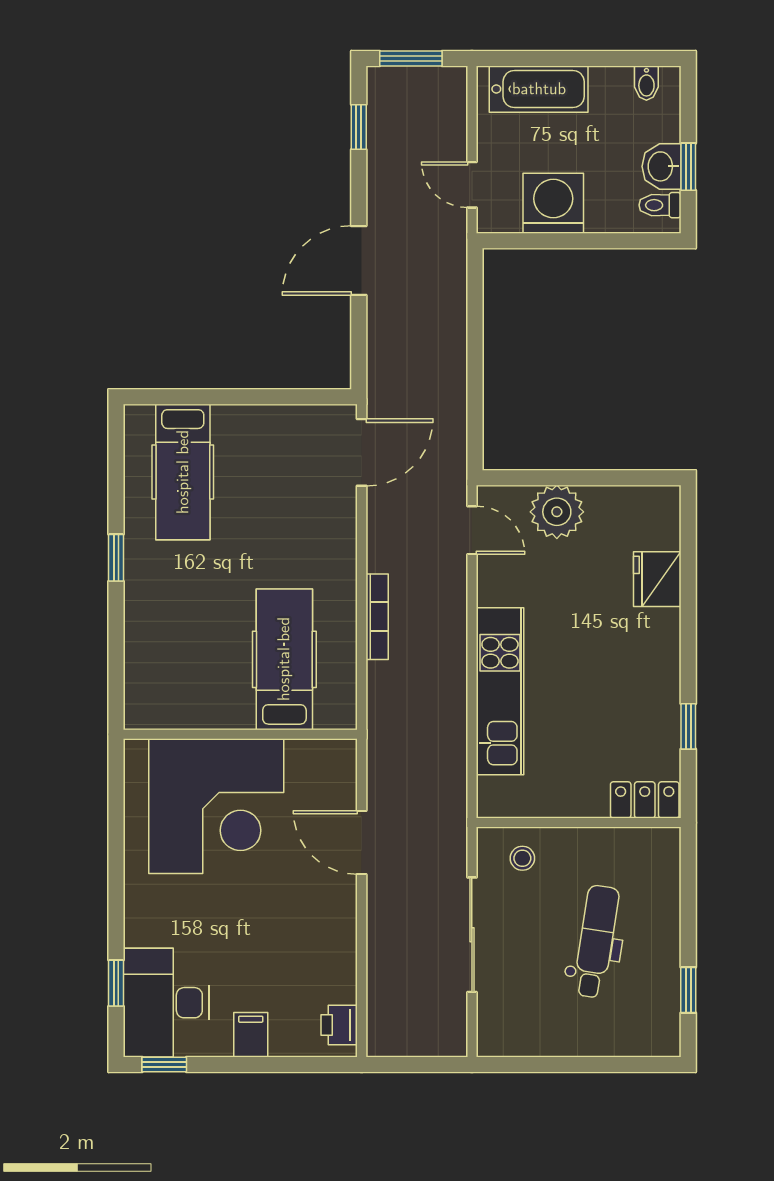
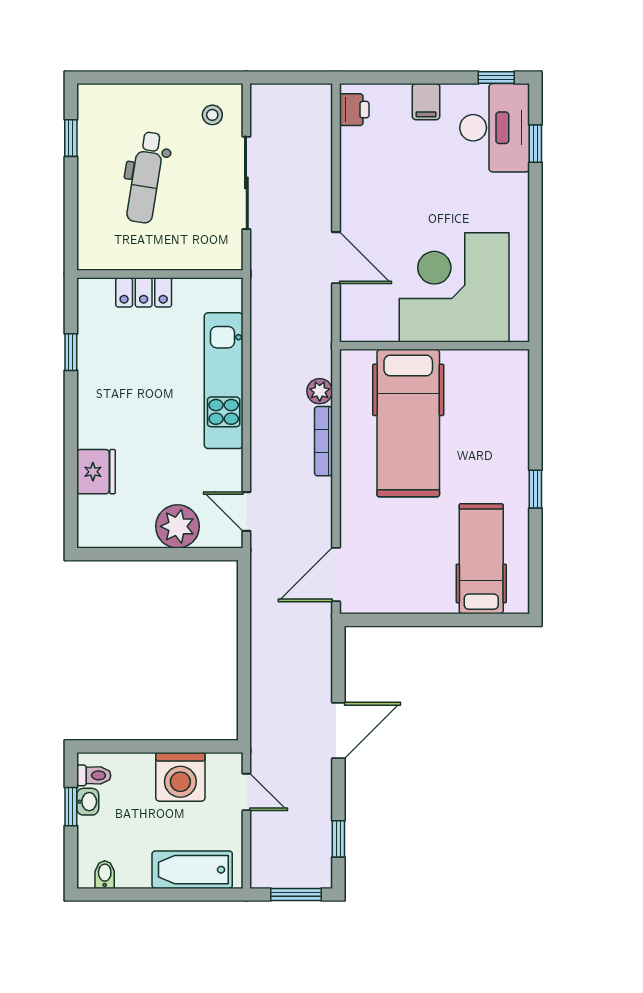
washbasin: (661, 166) -> (88, 802), width x0.72, depth x0.69
hospital bed: (284, 659) -> (408, 423), width x1.37, depth x1.29
plant: (382, 678) -> (320, 391), added
locker: (645, 800) -> (144, 292), moved
stool: (522, 858) -> (212, 115), moved

